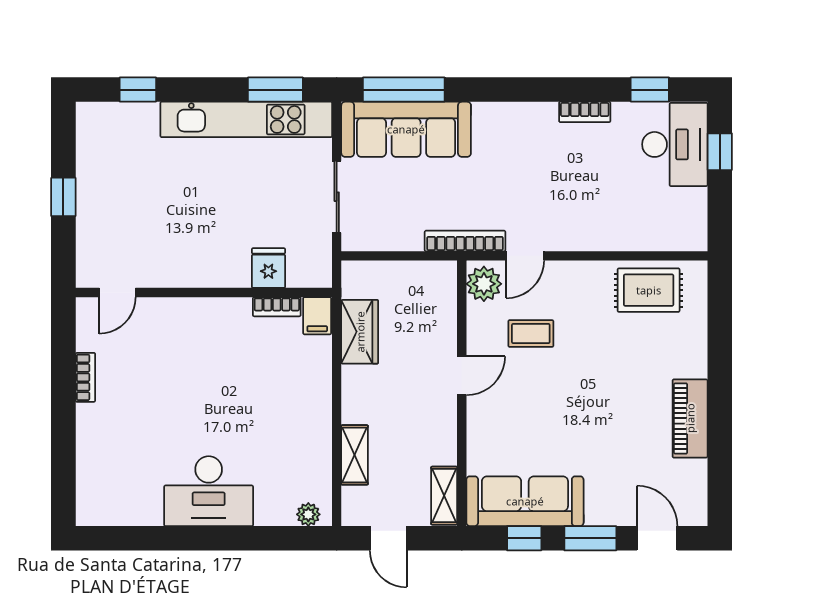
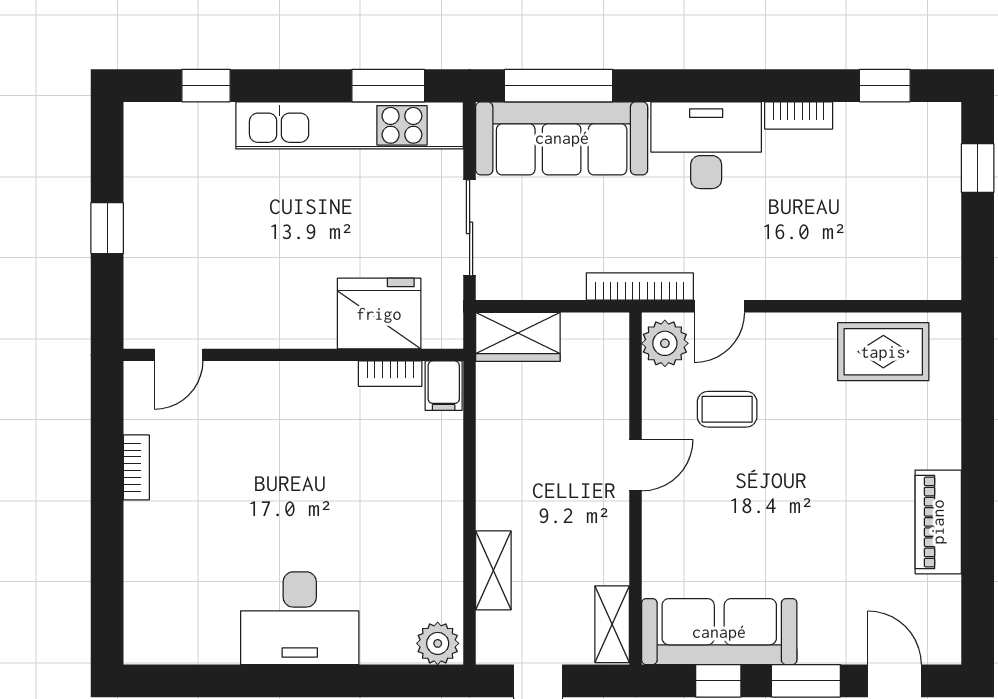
desk: (675, 144) -> (706, 145), moved, turned -90
fridge: (268, 268) -> (379, 314), width x1.88, depth x1.34
wardrobe: (360, 332) -> (518, 337), moved, turned 90
plant: (308, 514) -> (438, 643), width x1.38, depth x1.38

